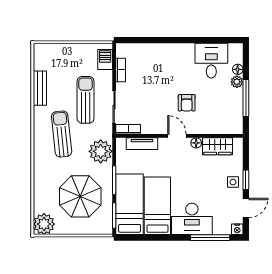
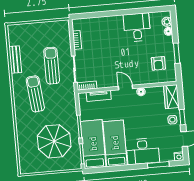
barbecue: (105, 59) -> (64, 33), removed
desk: (211, 61) -> (137, 27), moved
plant: (237, 82) -> (167, 22), moved
window: (246, 98) -> (177, 53), width x0.69
armchair: (187, 103) -> (158, 63), moved
wardrobe: (217, 146) -> (171, 97), moved, turned 90
plant: (101, 151) -> (67, 105), removed
plant: (44, 224) -> (28, 165), removed
window: (210, 238) -> (158, 165), width x0.69

